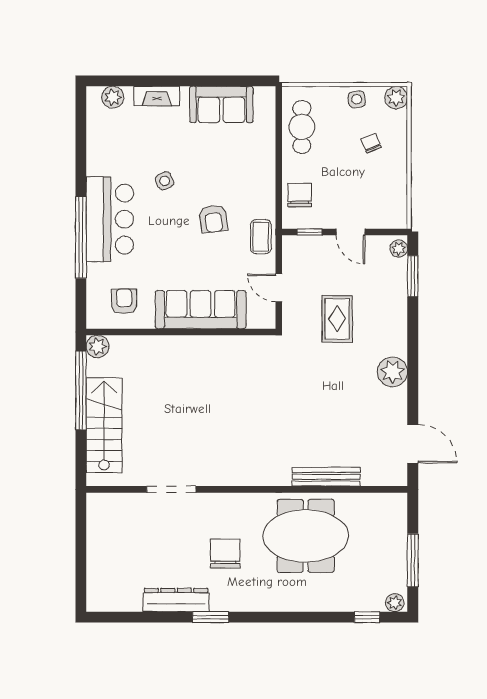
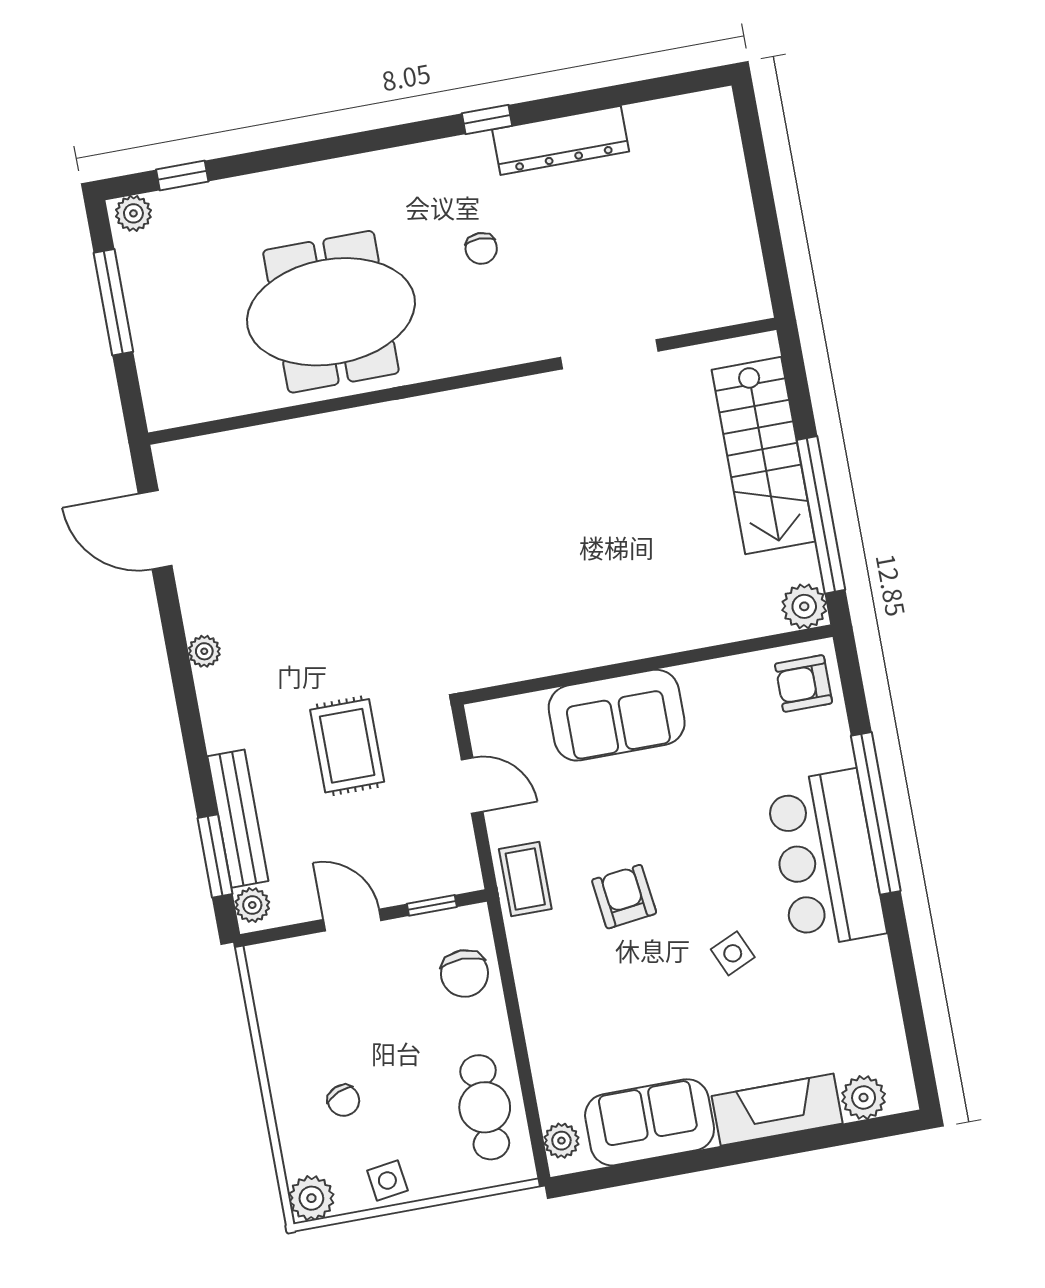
fireplace: (157, 96) -> (777, 1110), width x1.37, depth x1.32
plant: (267, 103) -> (561, 1141), added
armchair: (124, 301) -> (804, 683), moved, turned 90
sofa: (201, 310) -> (617, 715), width x0.73
plant: (392, 372) -> (204, 651), width x0.53, depth x0.53
bench: (326, 477) -> (238, 819), moved, turned 90
chair: (225, 554) -> (481, 248), width x0.54, depth x0.54
window: (211, 617) -> (487, 120), width x0.67

